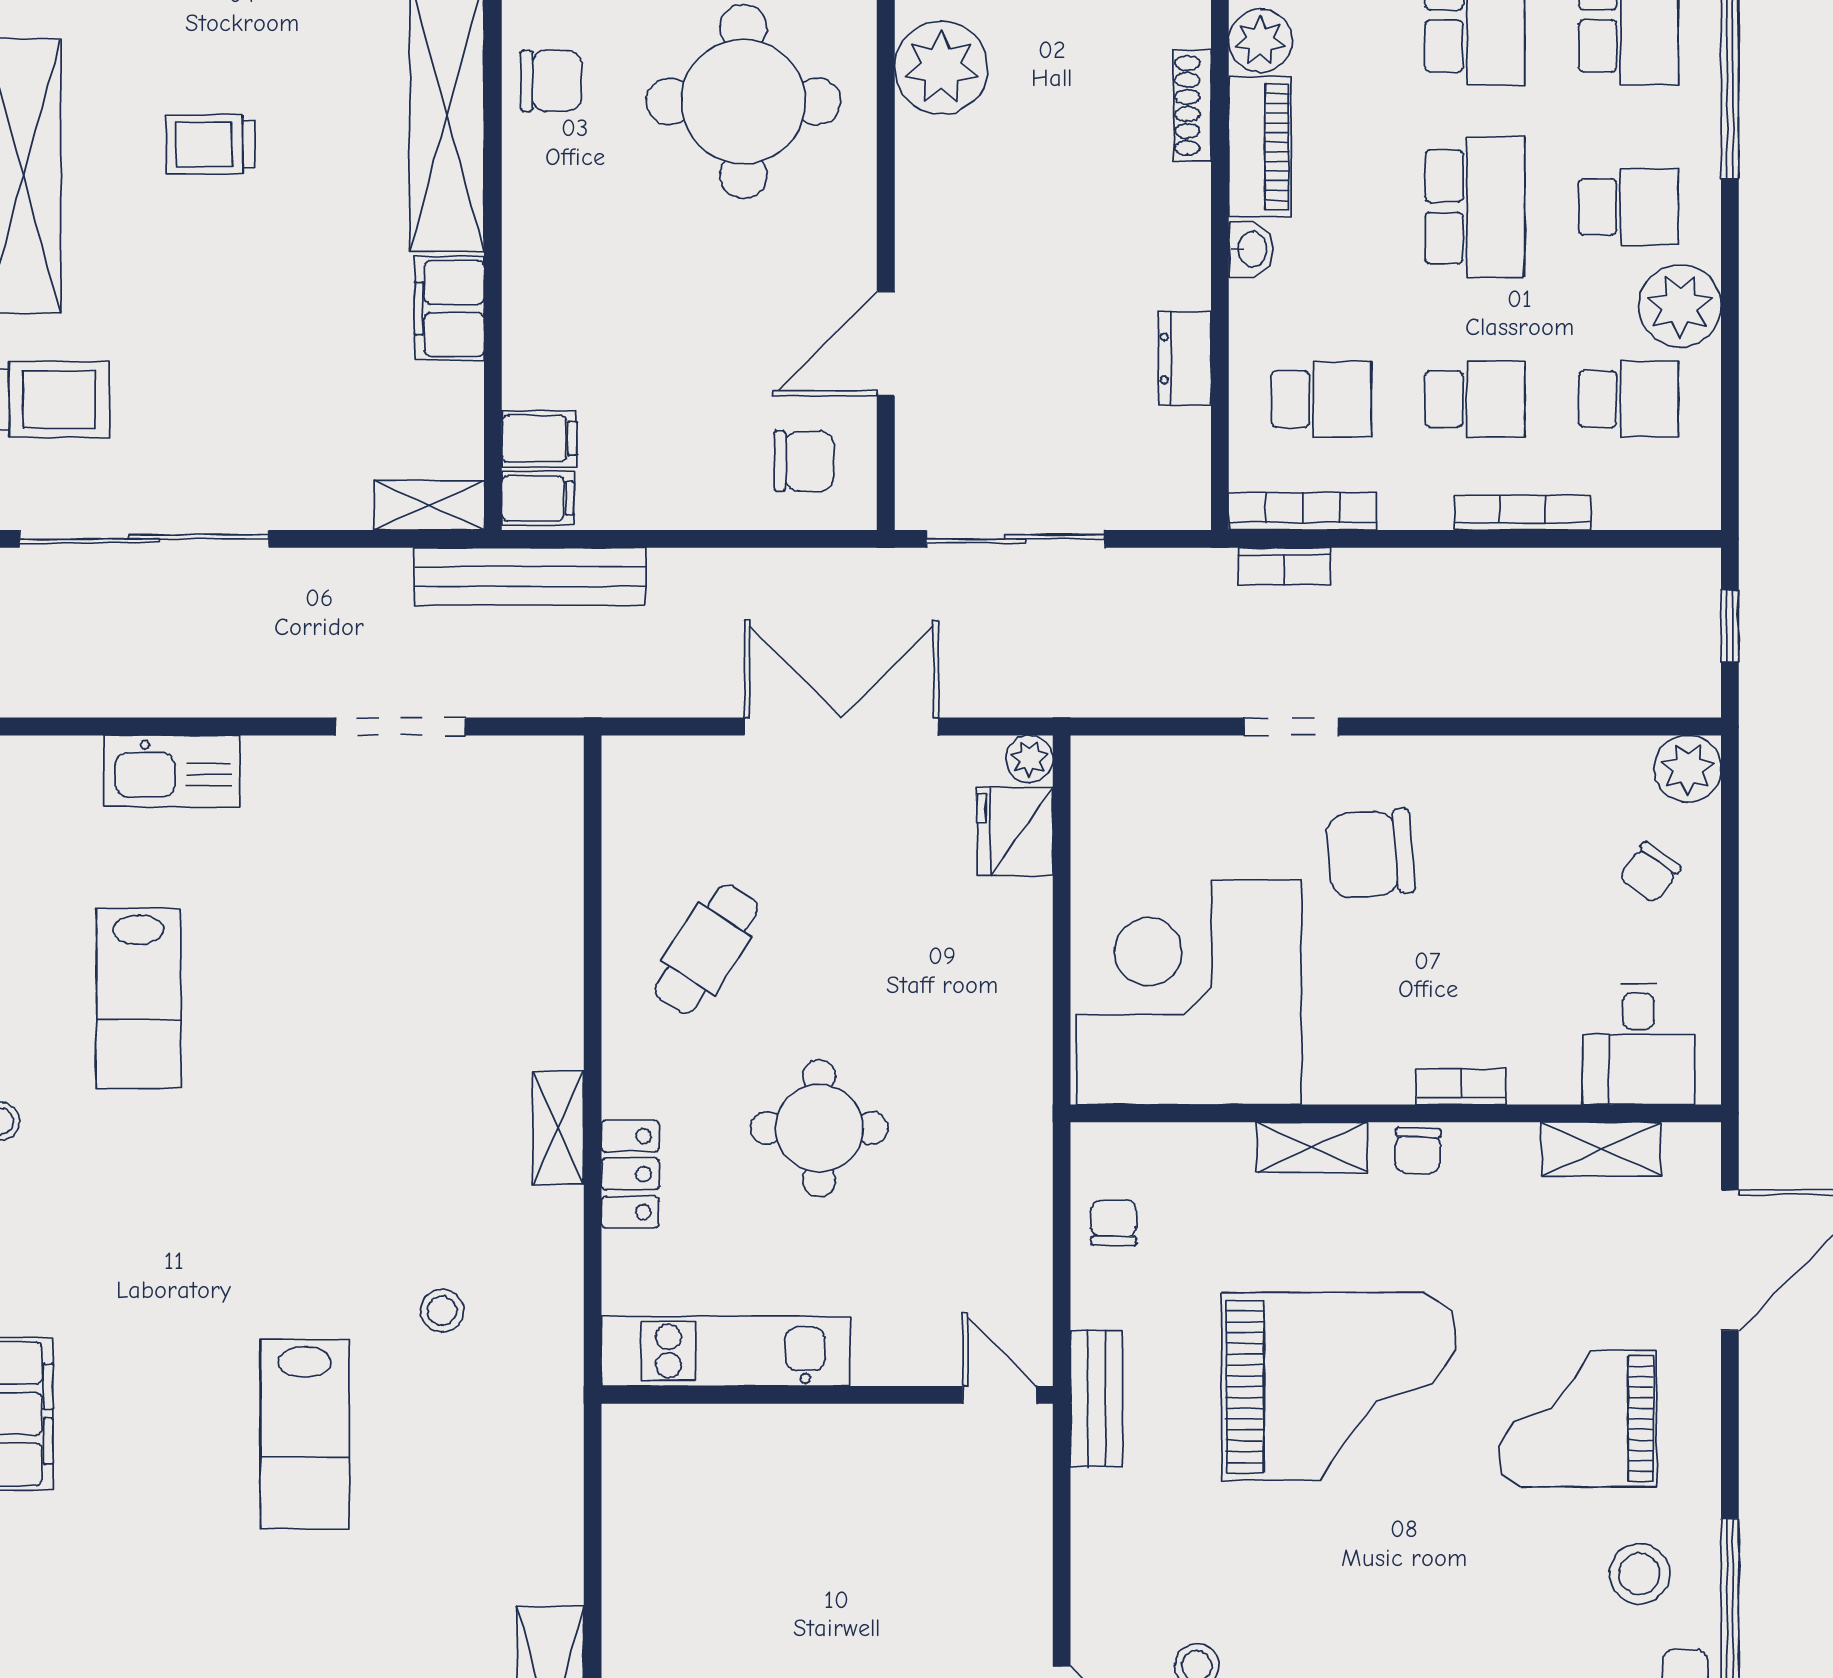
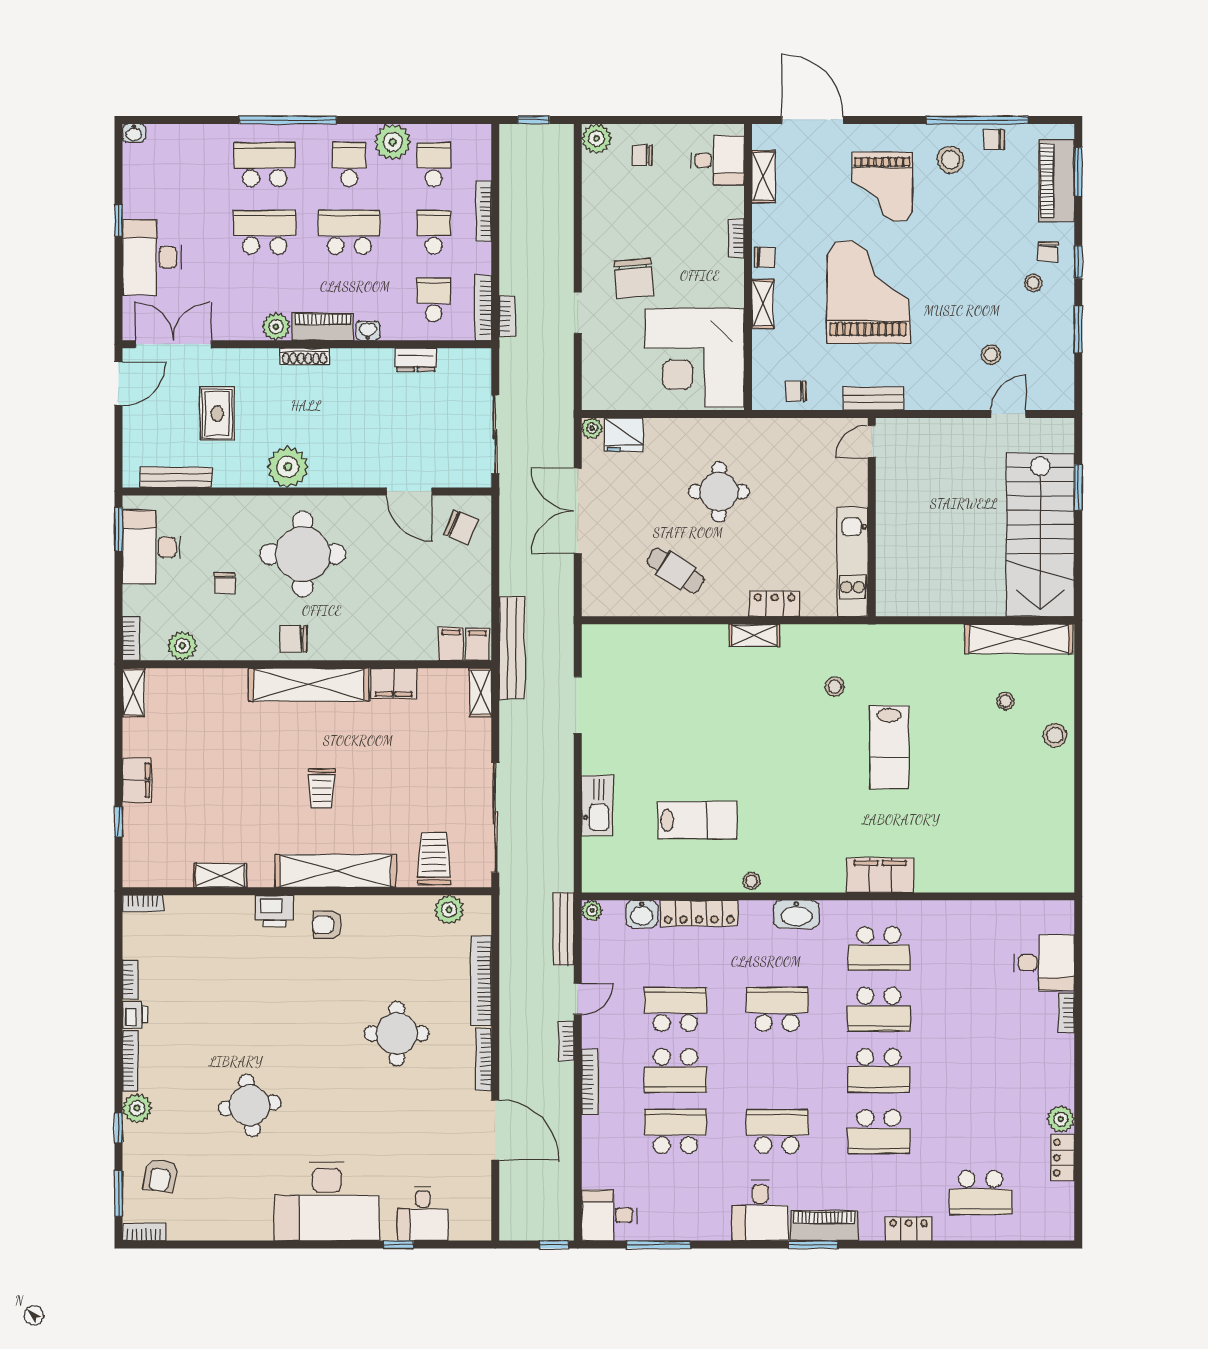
chair: (551, 81) -> (294, 639), turned -90
chair: (804, 461) -> (461, 527), turned 113
chair: (1650, 873) -> (642, 155), turned 144
round table: (819, 1128) -> (719, 492), moved
lab bench: (305, 1434) -> (889, 747), turned 90

